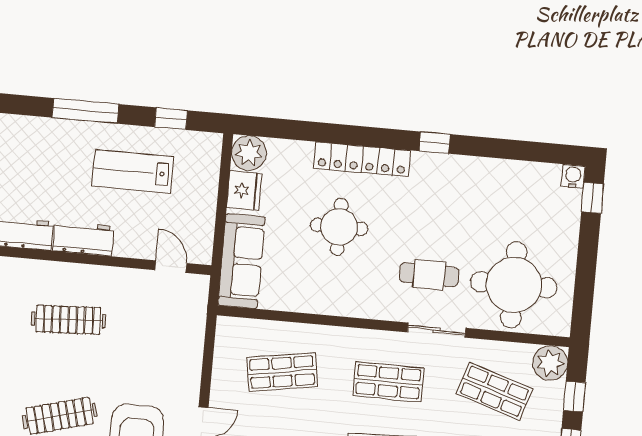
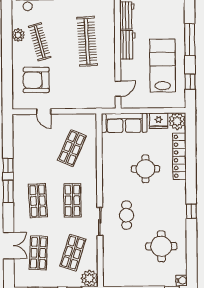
locker: (362, 159) -> (179, 156), moved
lab bench: (133, 171) -> (163, 66), width x1.36, depth x1.39
round table: (514, 285) -> (161, 246), moved, width x0.73, depth x0.73
clothes rail: (68, 320) -> (87, 41), width x1.37, depth x1.31
shop shelf: (282, 372) -> (72, 148), turned 33

